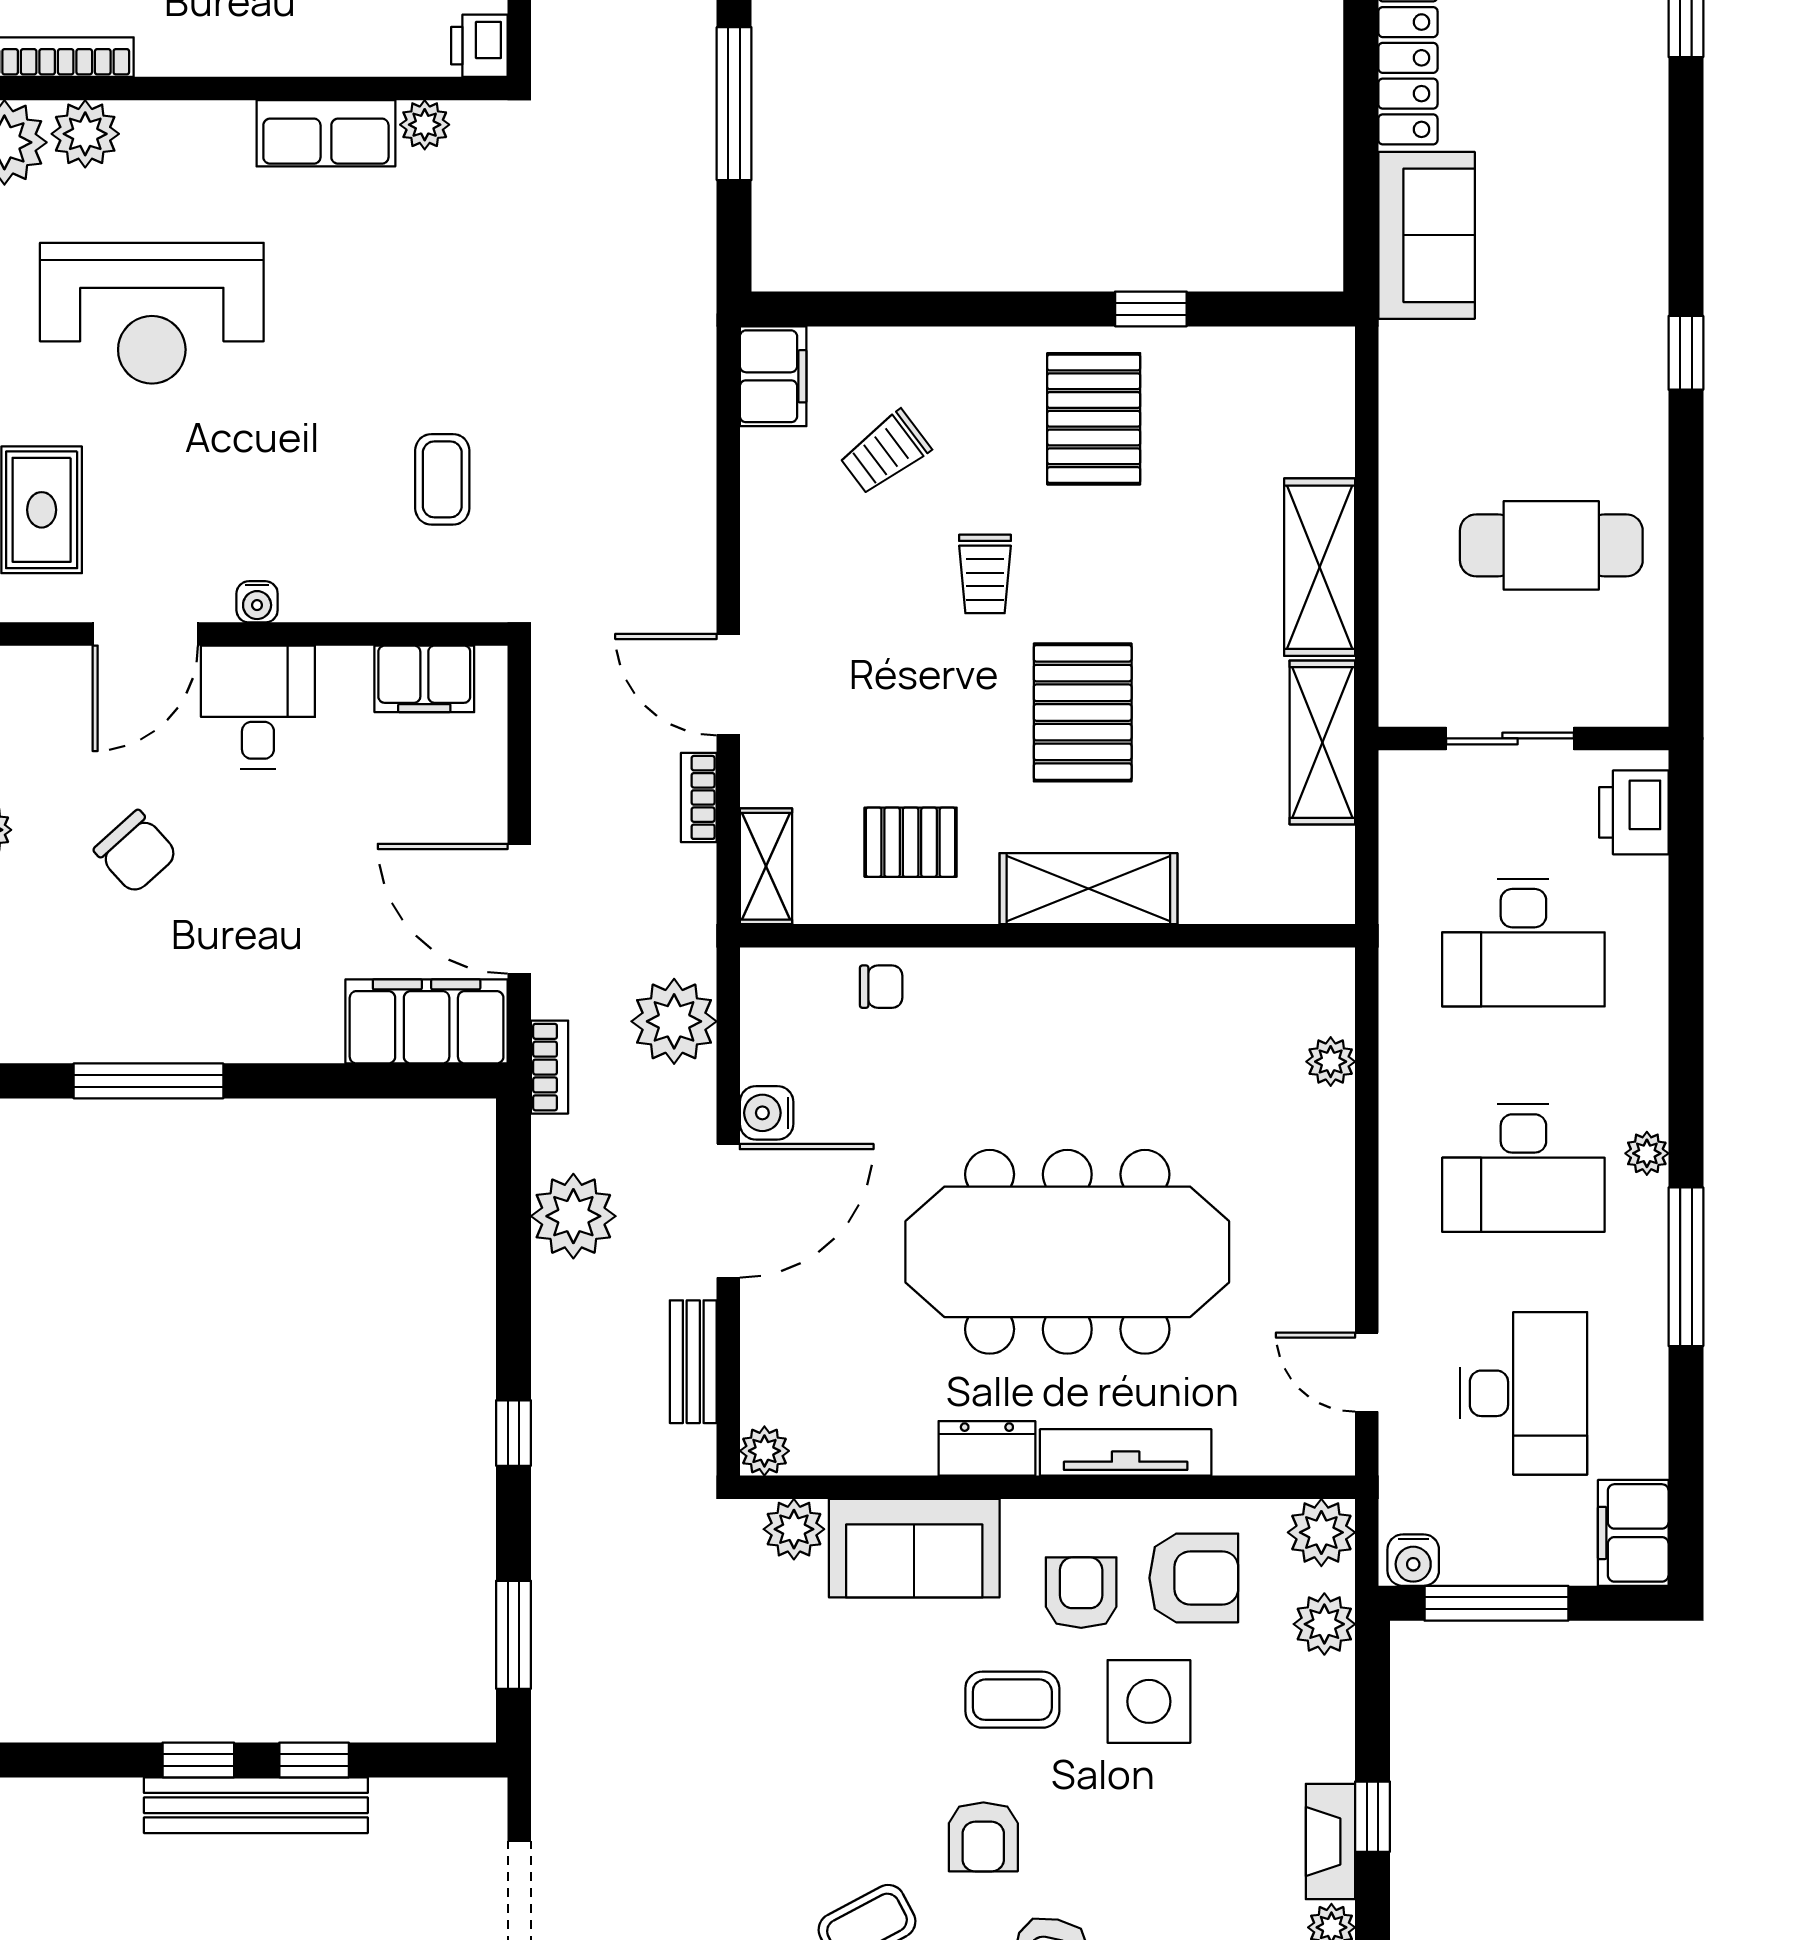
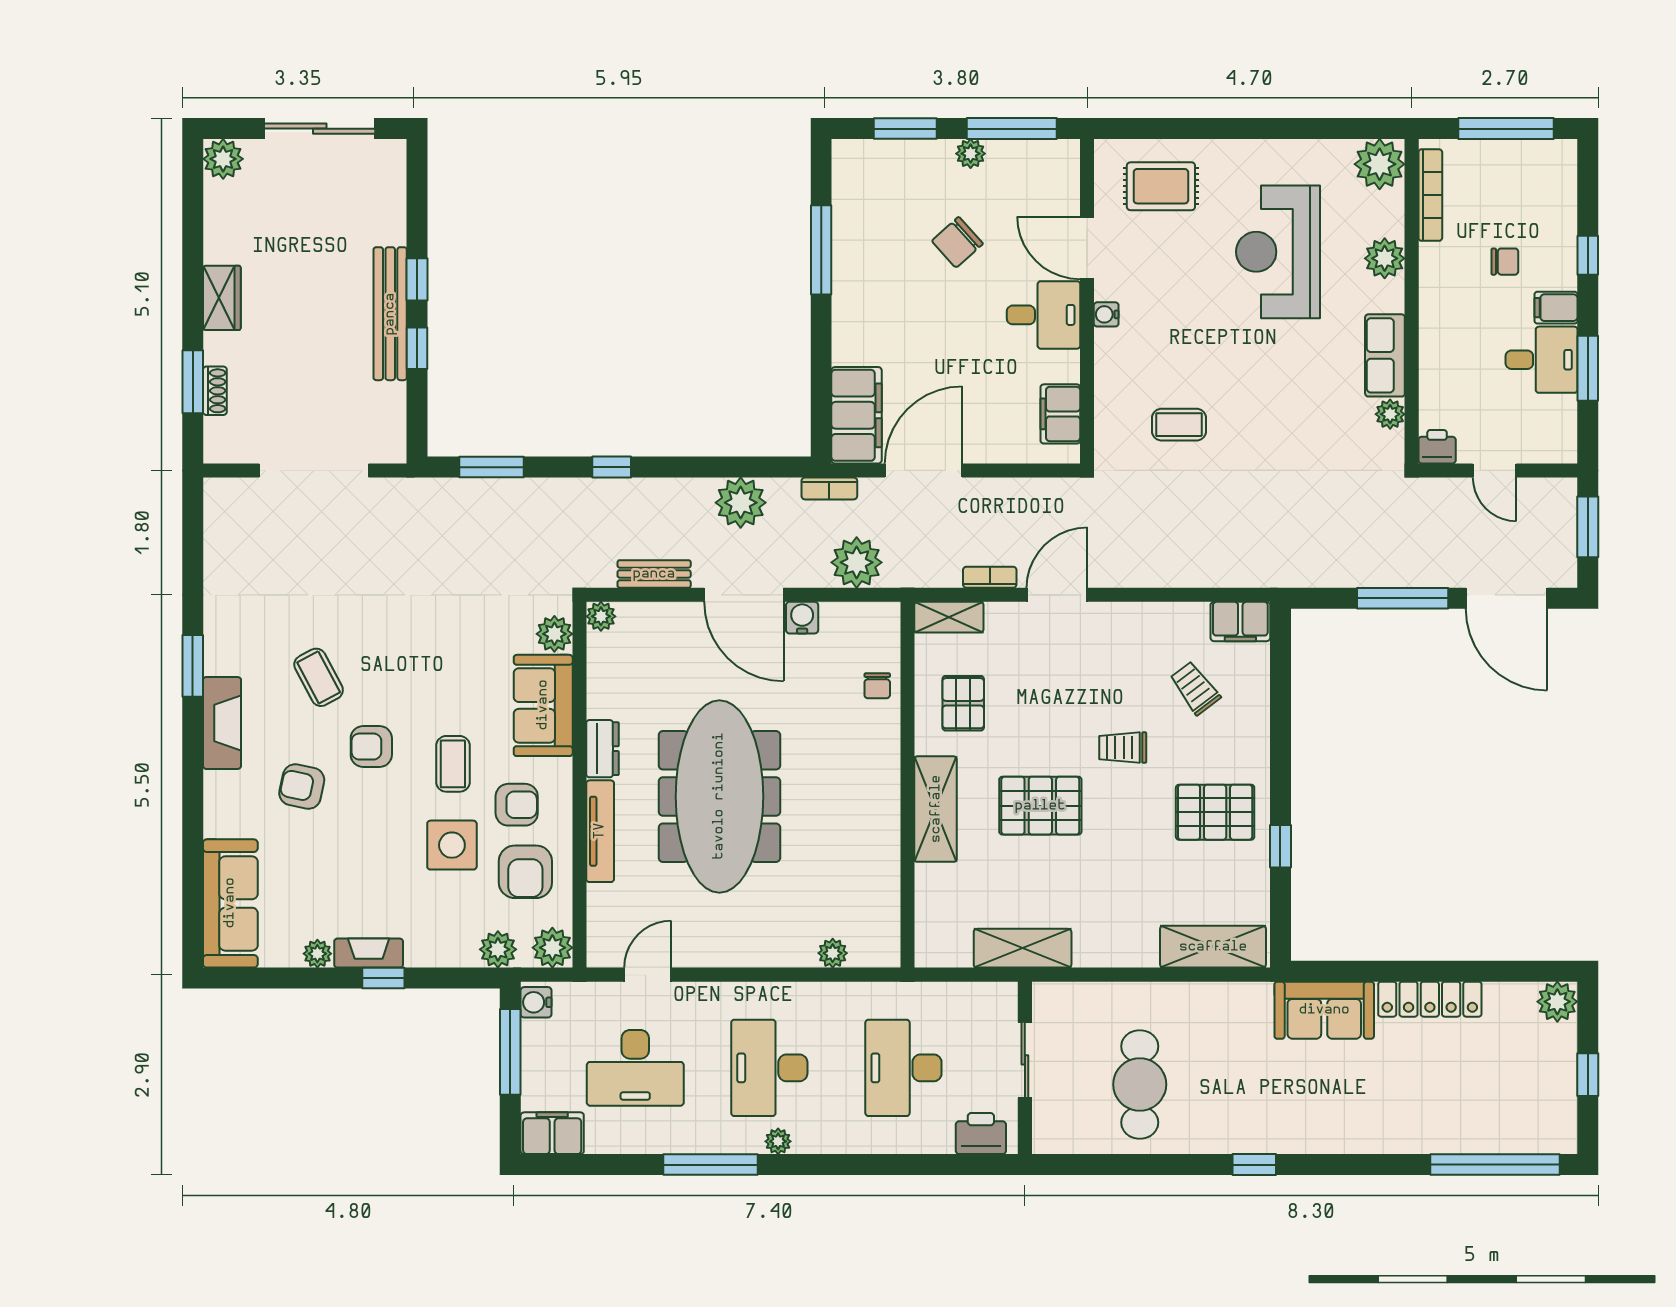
plant: (85, 134) -> (1385, 258), moved
shelving: (1320, 567) -> (1213, 947), moved

